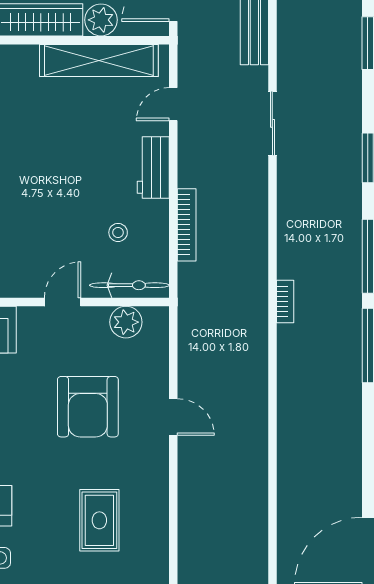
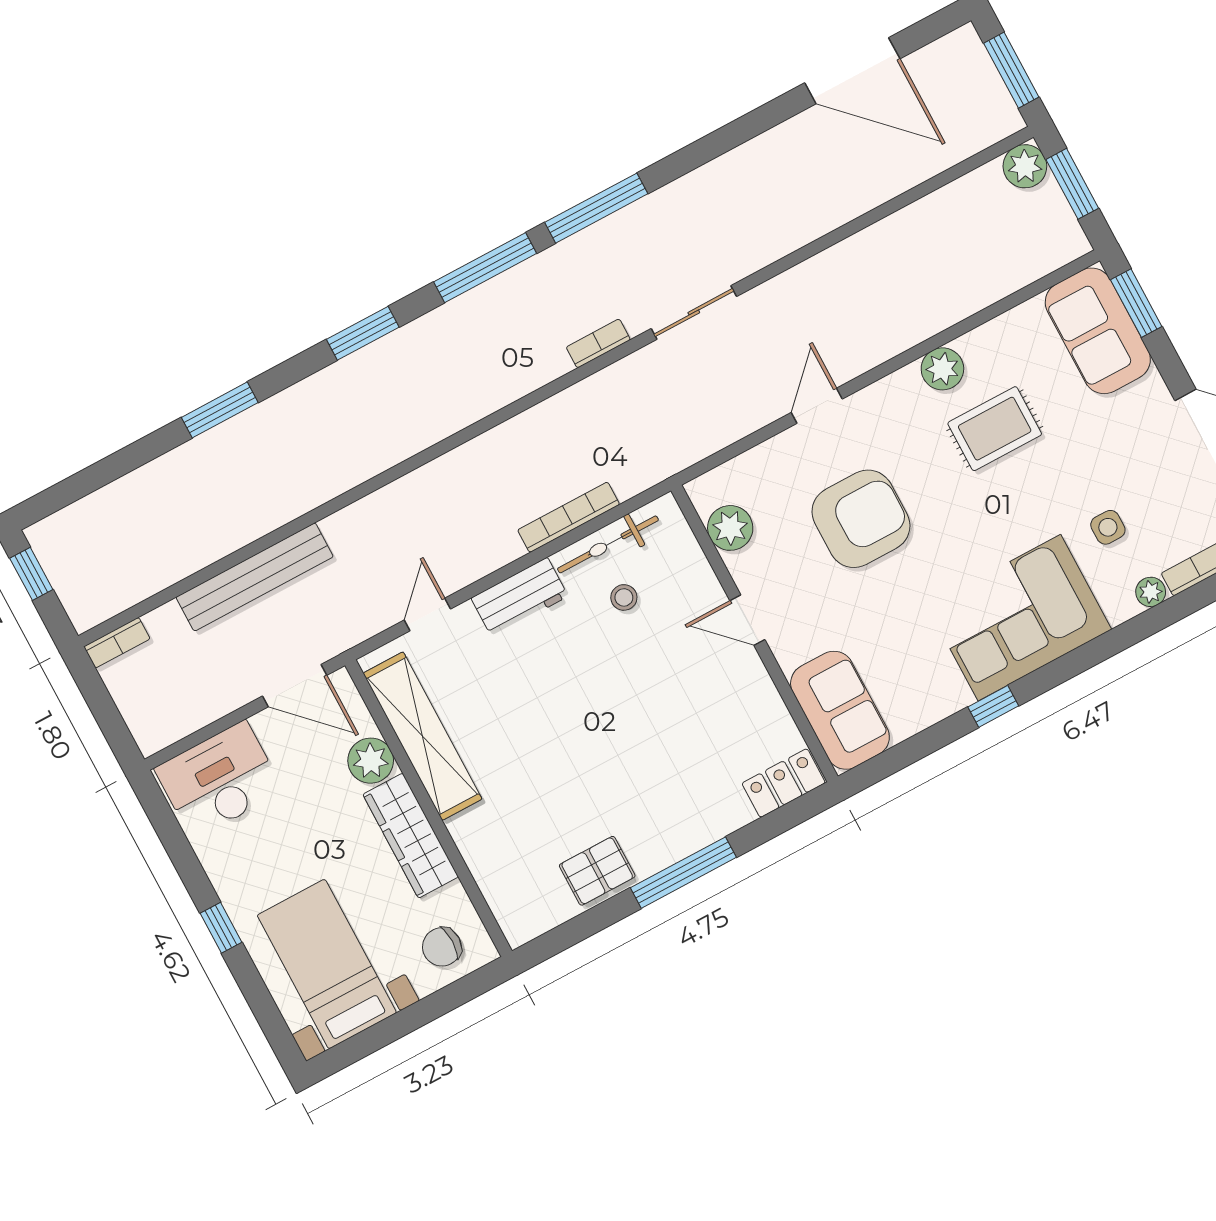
door: (173, 104) -> (427, 614), swing flipped
sliding door: (272, 123) -> (694, 313), moved
bicycle: (129, 285) -> (608, 544), moved, turned -90
plant: (154, 508) -> (942, 369), added

